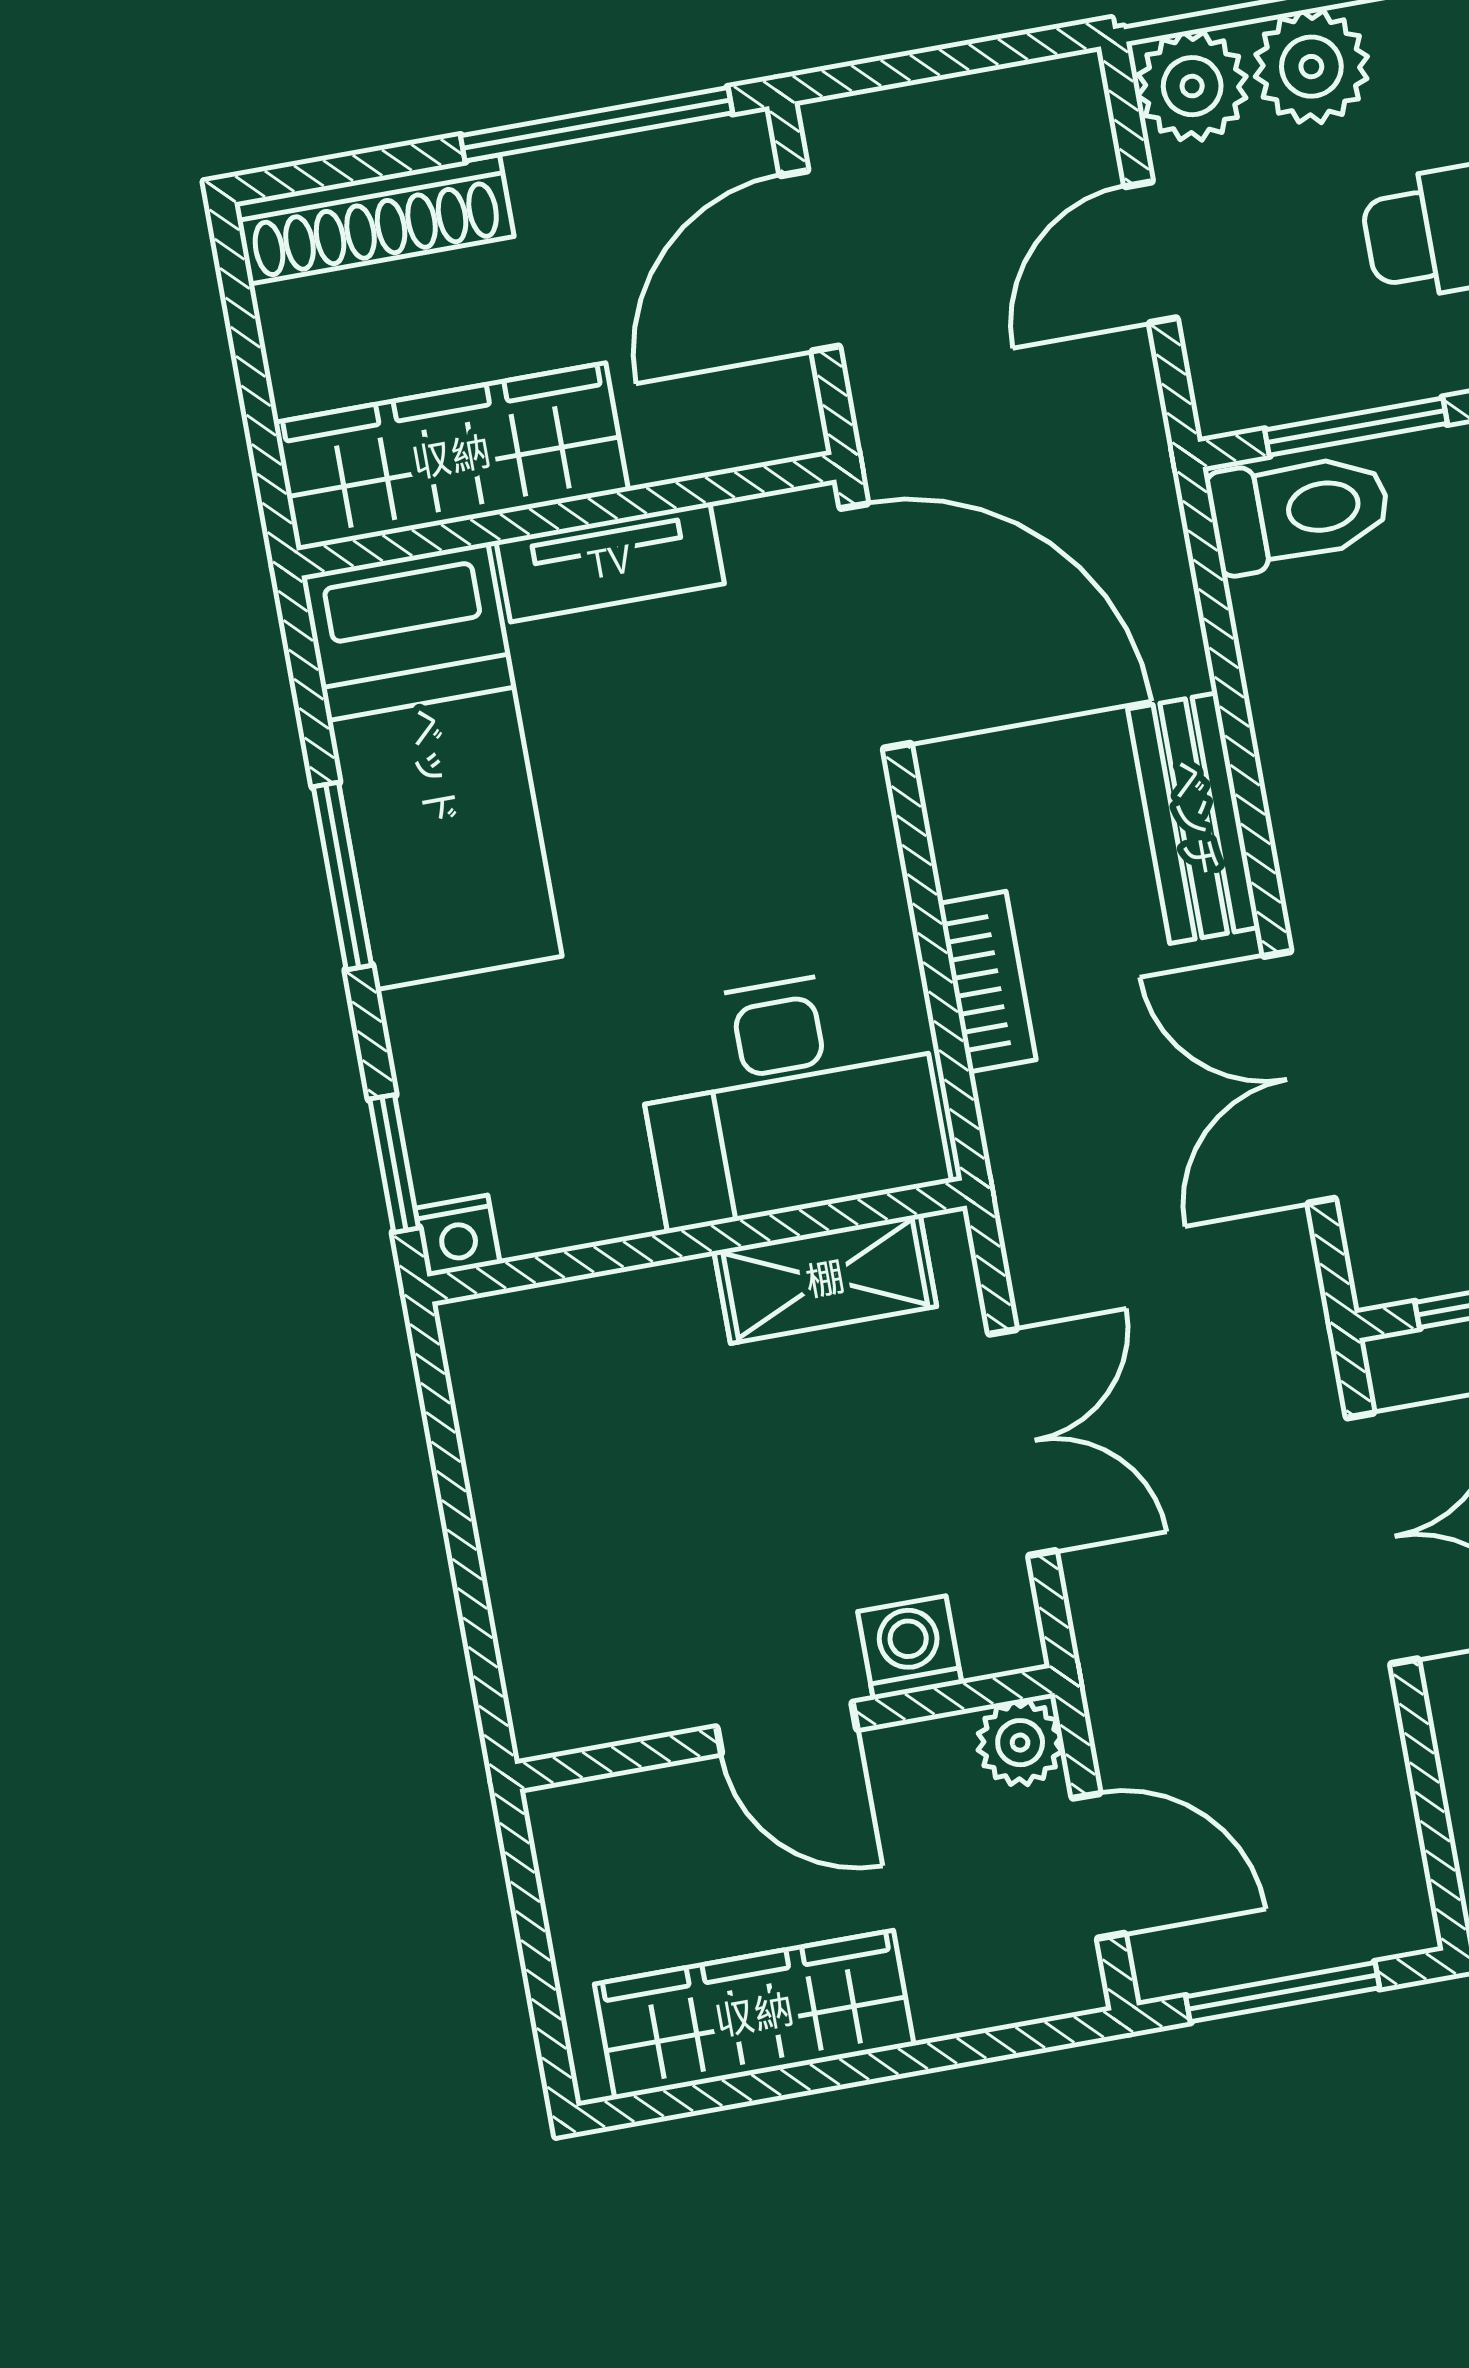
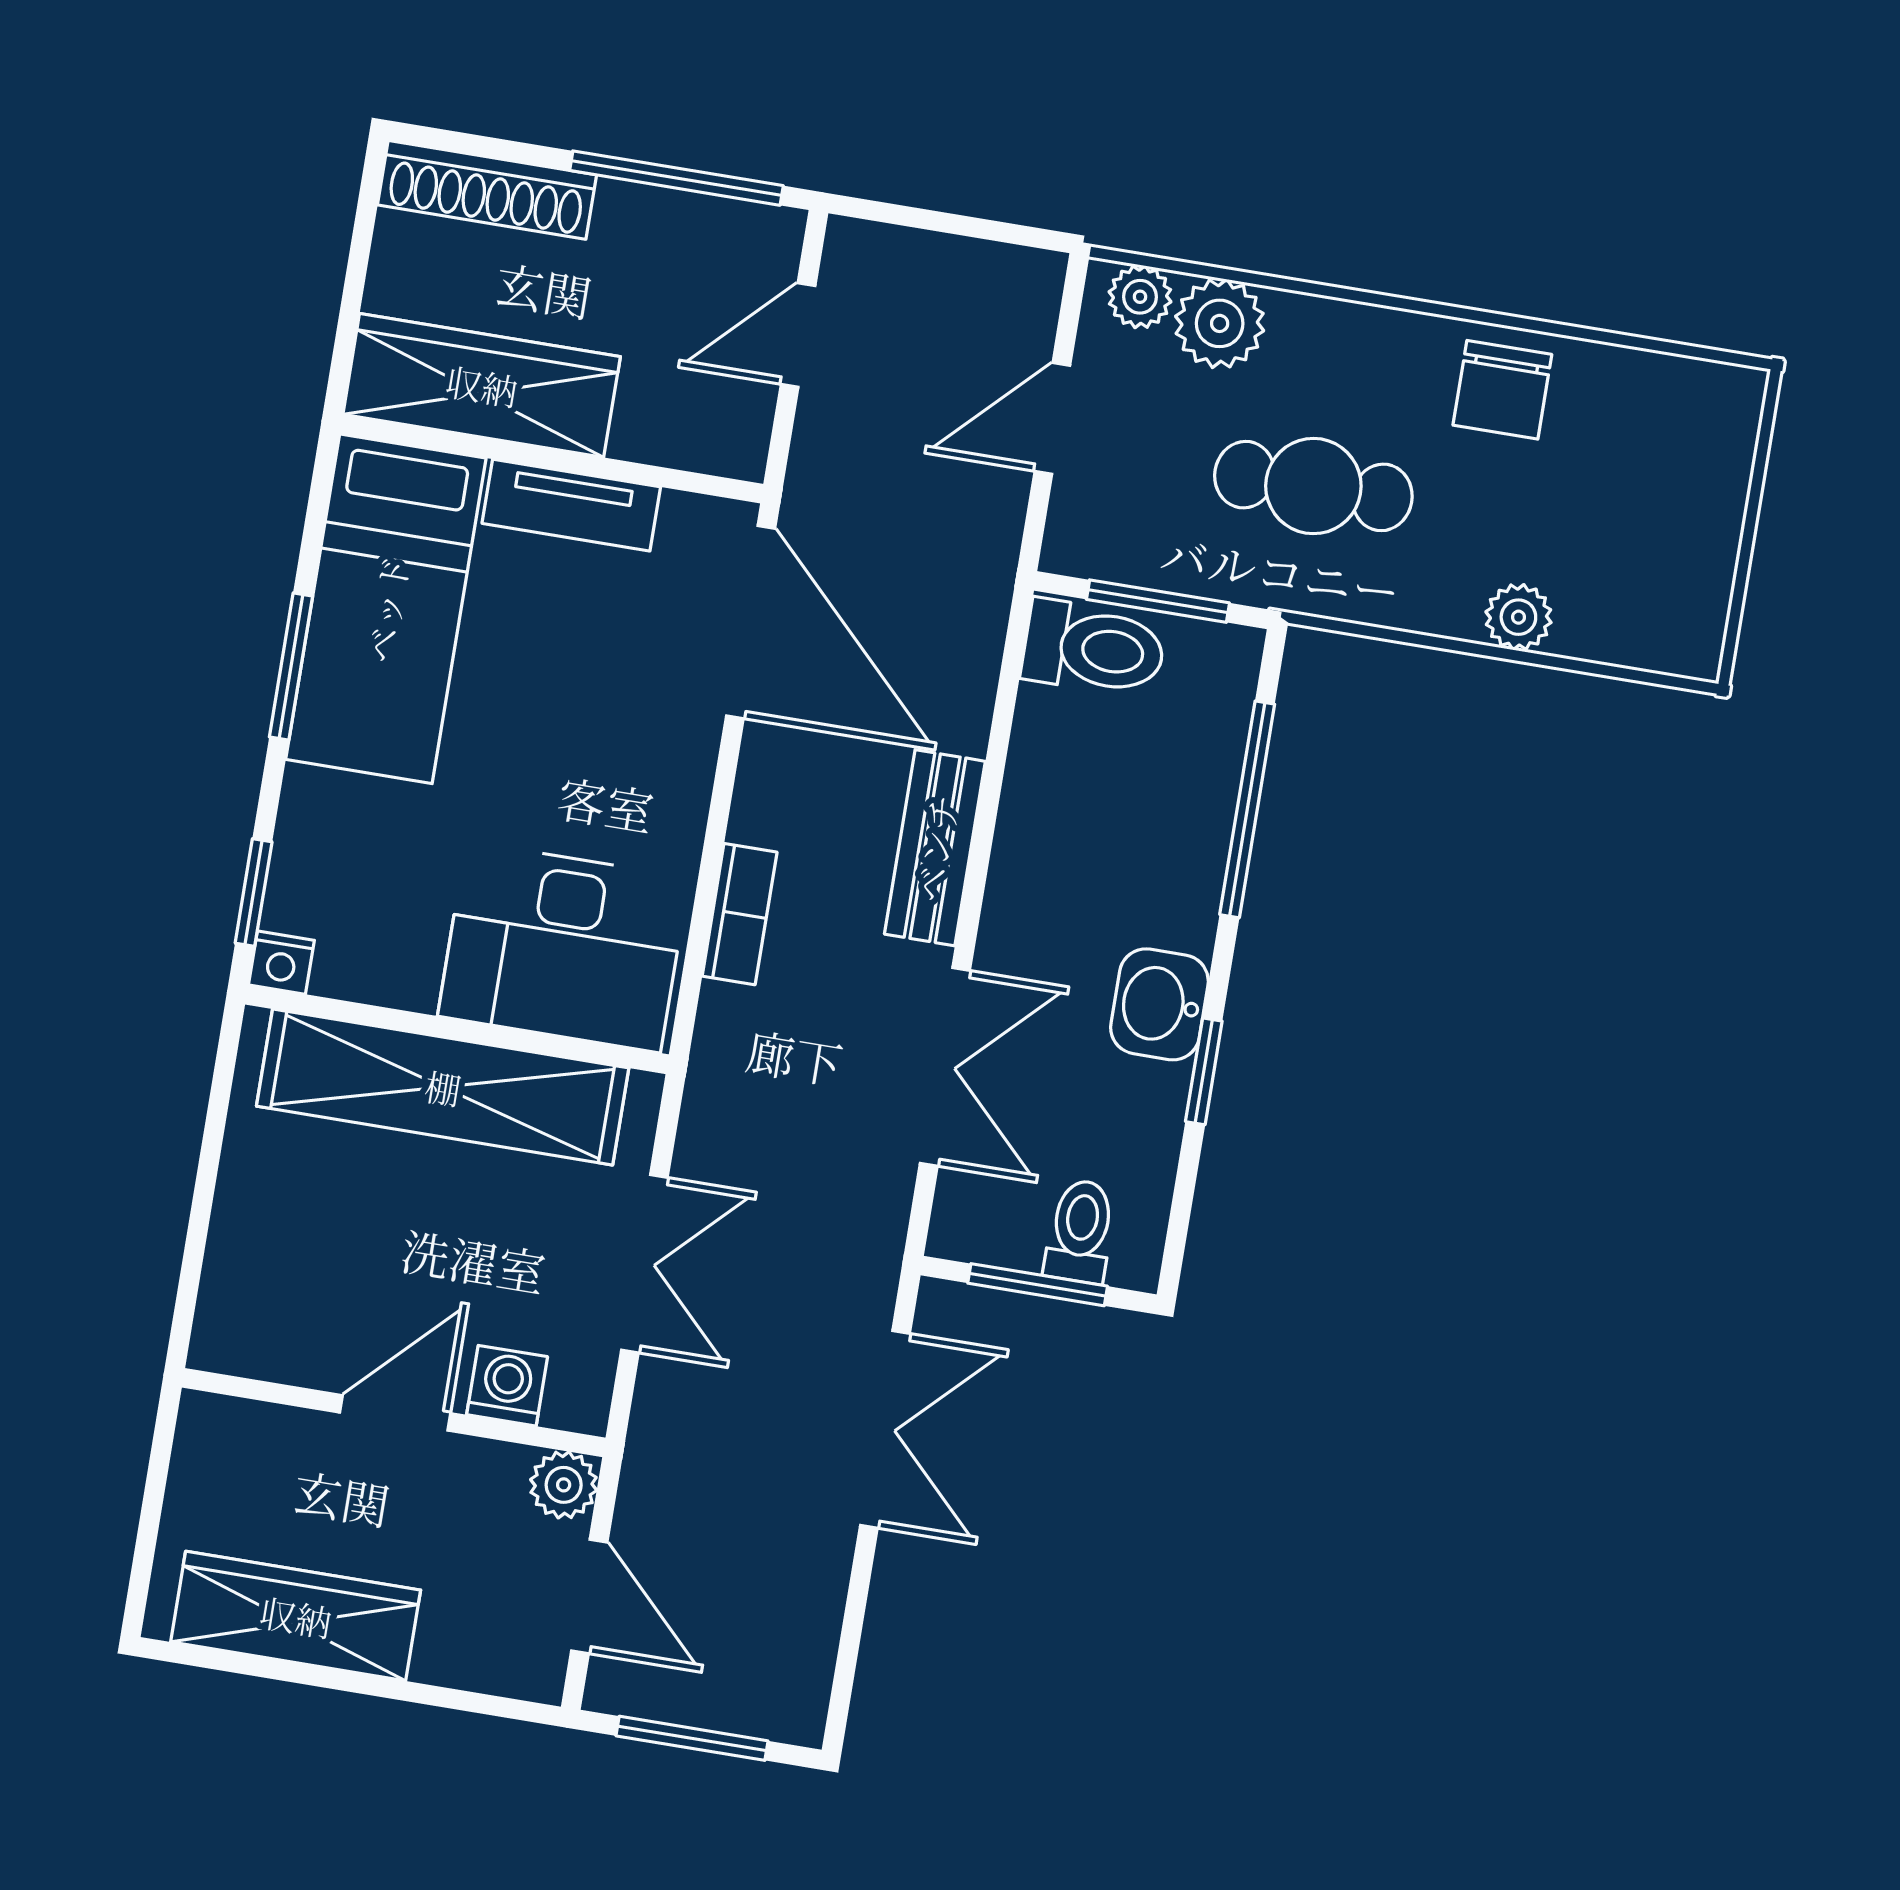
plant: (1192, 86) -> (1140, 297), width x0.73, depth x0.73
door: (810, 261) -> (798, 335), width x0.73
double door: (1299, 1077) -> (945, 1067), swing flipped
shelving: (825, 1279) -> (443, 1087), width x2.20, depth x1.33
door: (787, 1728) -> (395, 1413), swing flipped

